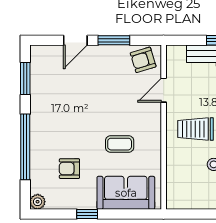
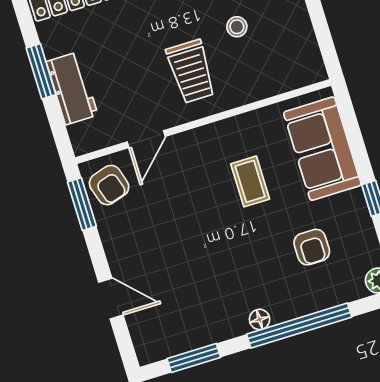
window: (114, 40) -> (82, 204), moved
door: (164, 90) -> (146, 139), hinge flipped
floor lamp: (36, 124) -> (260, 319), added

